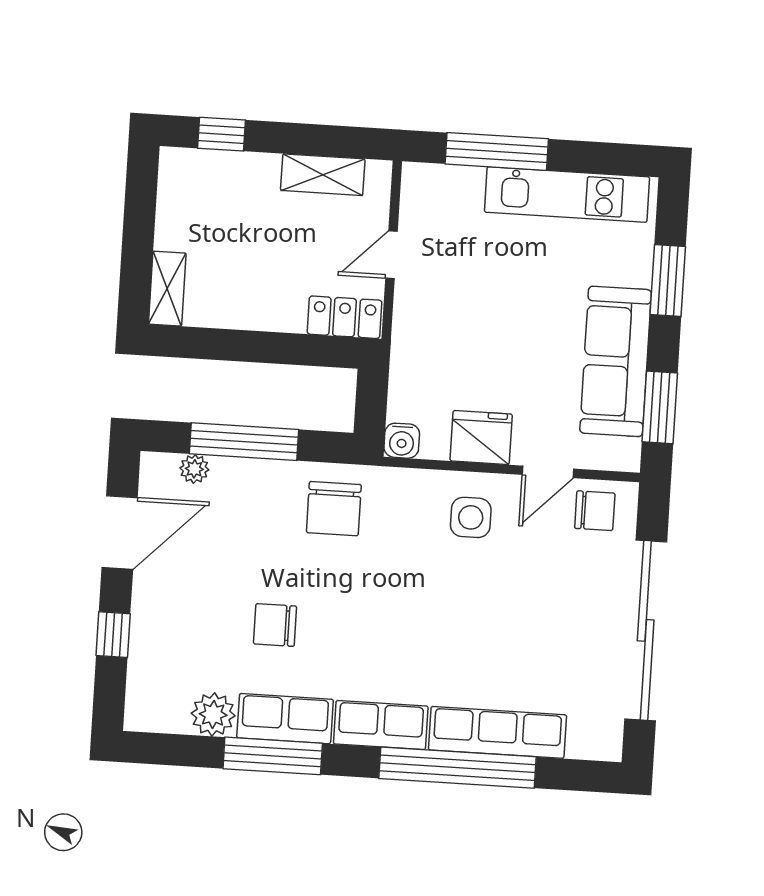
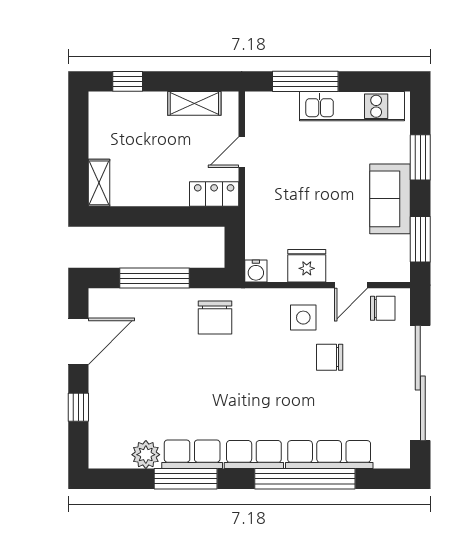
sofa: (616, 361) -> (390, 199), width x0.73
plant: (194, 469) -> (124, 298), removed
chair: (275, 625) -> (330, 357), moved

